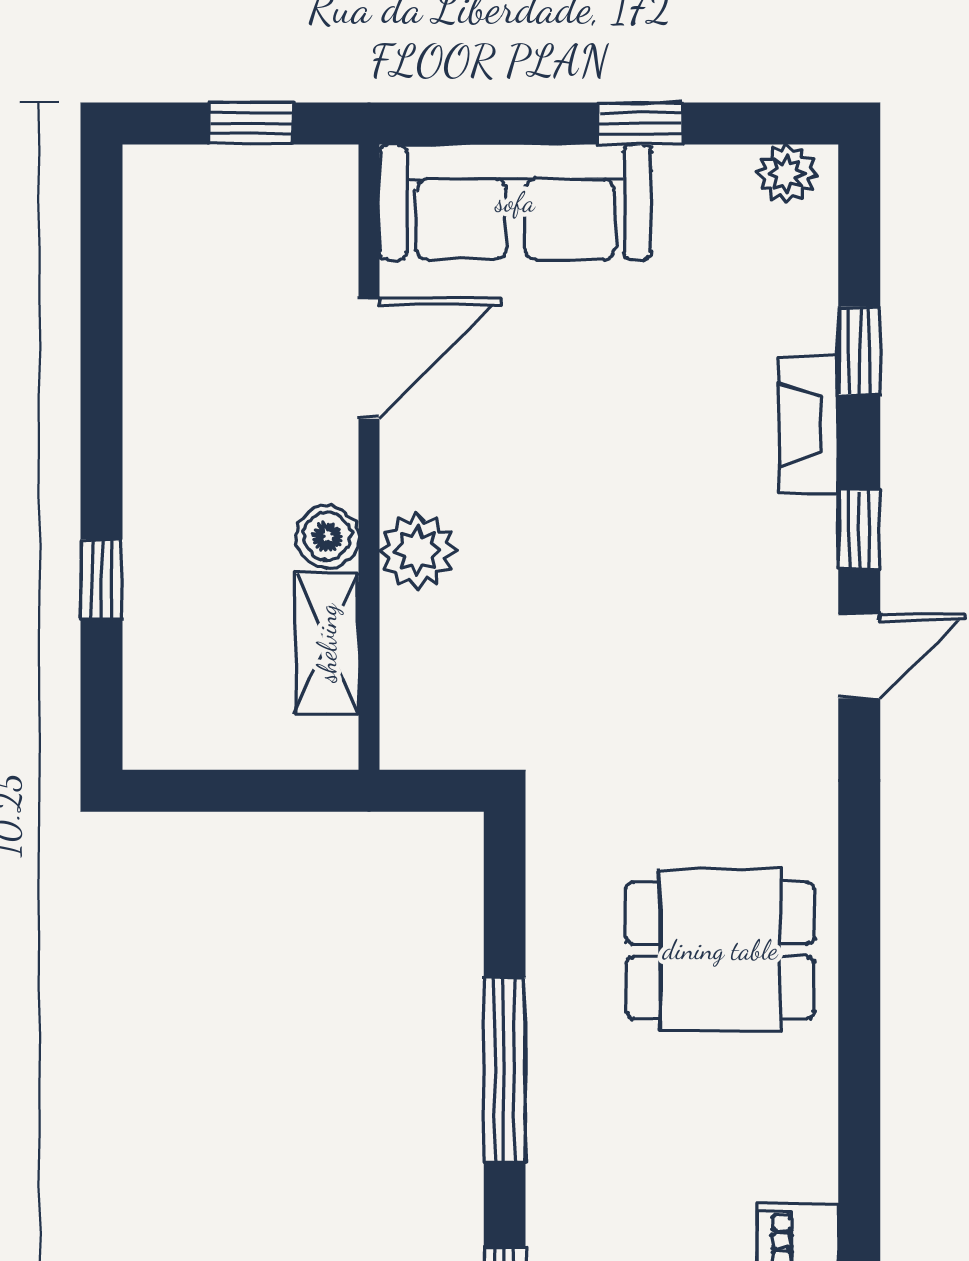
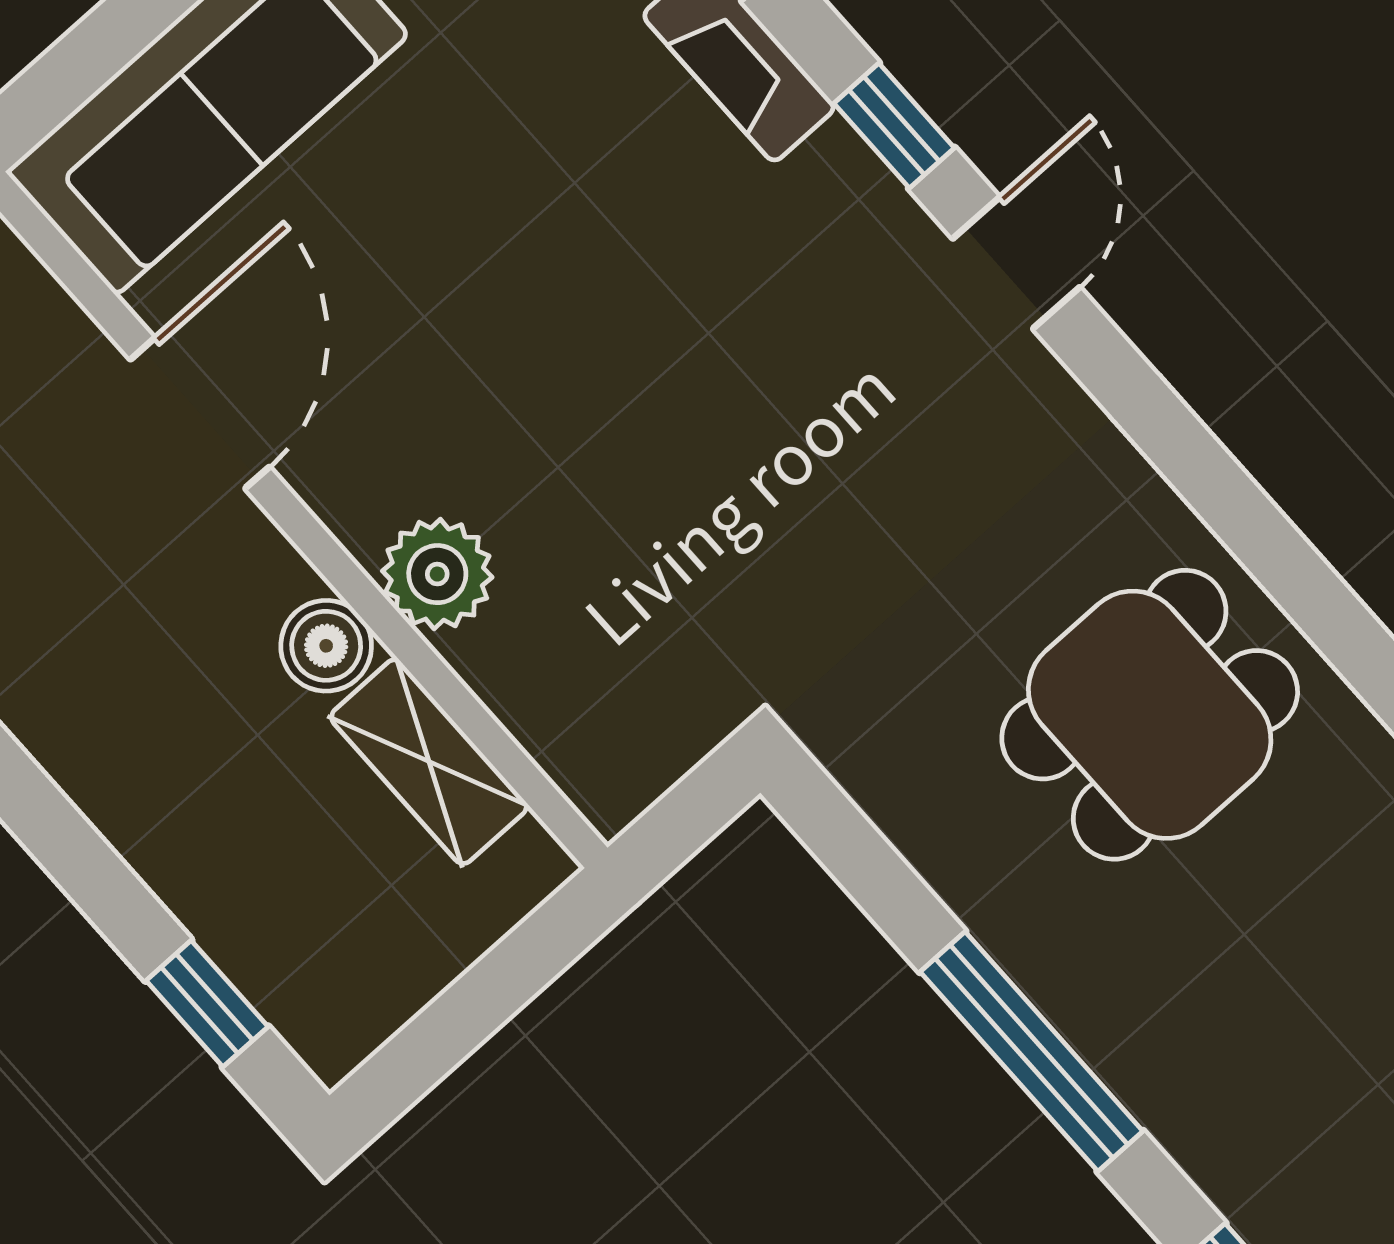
window: (101, 579) -> (207, 1004), moved

